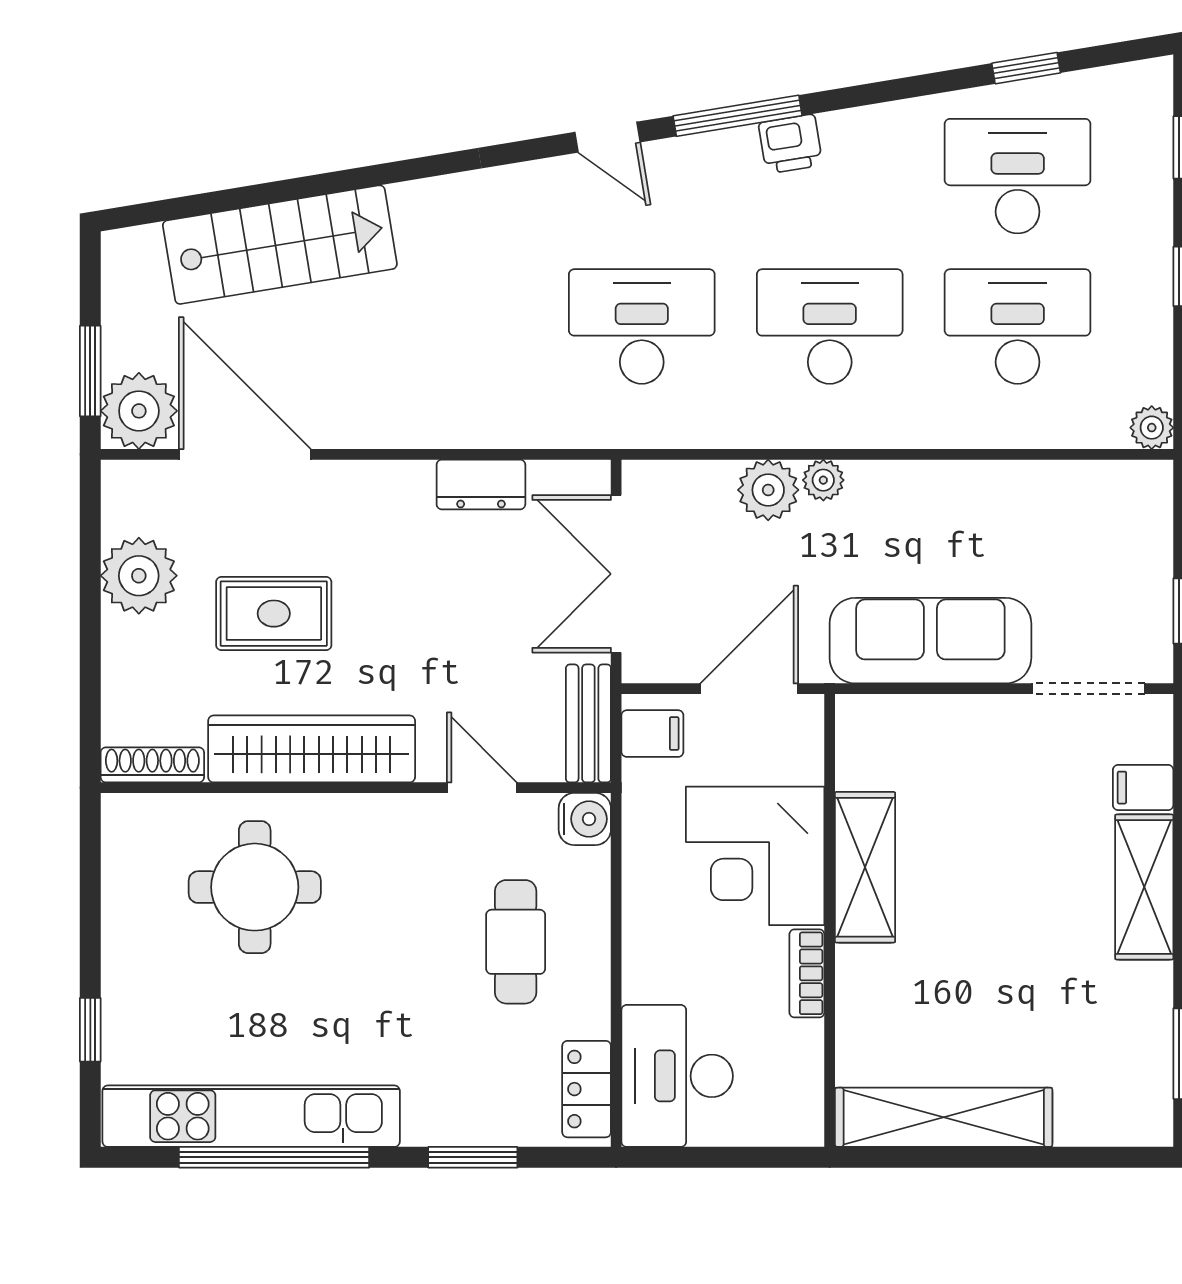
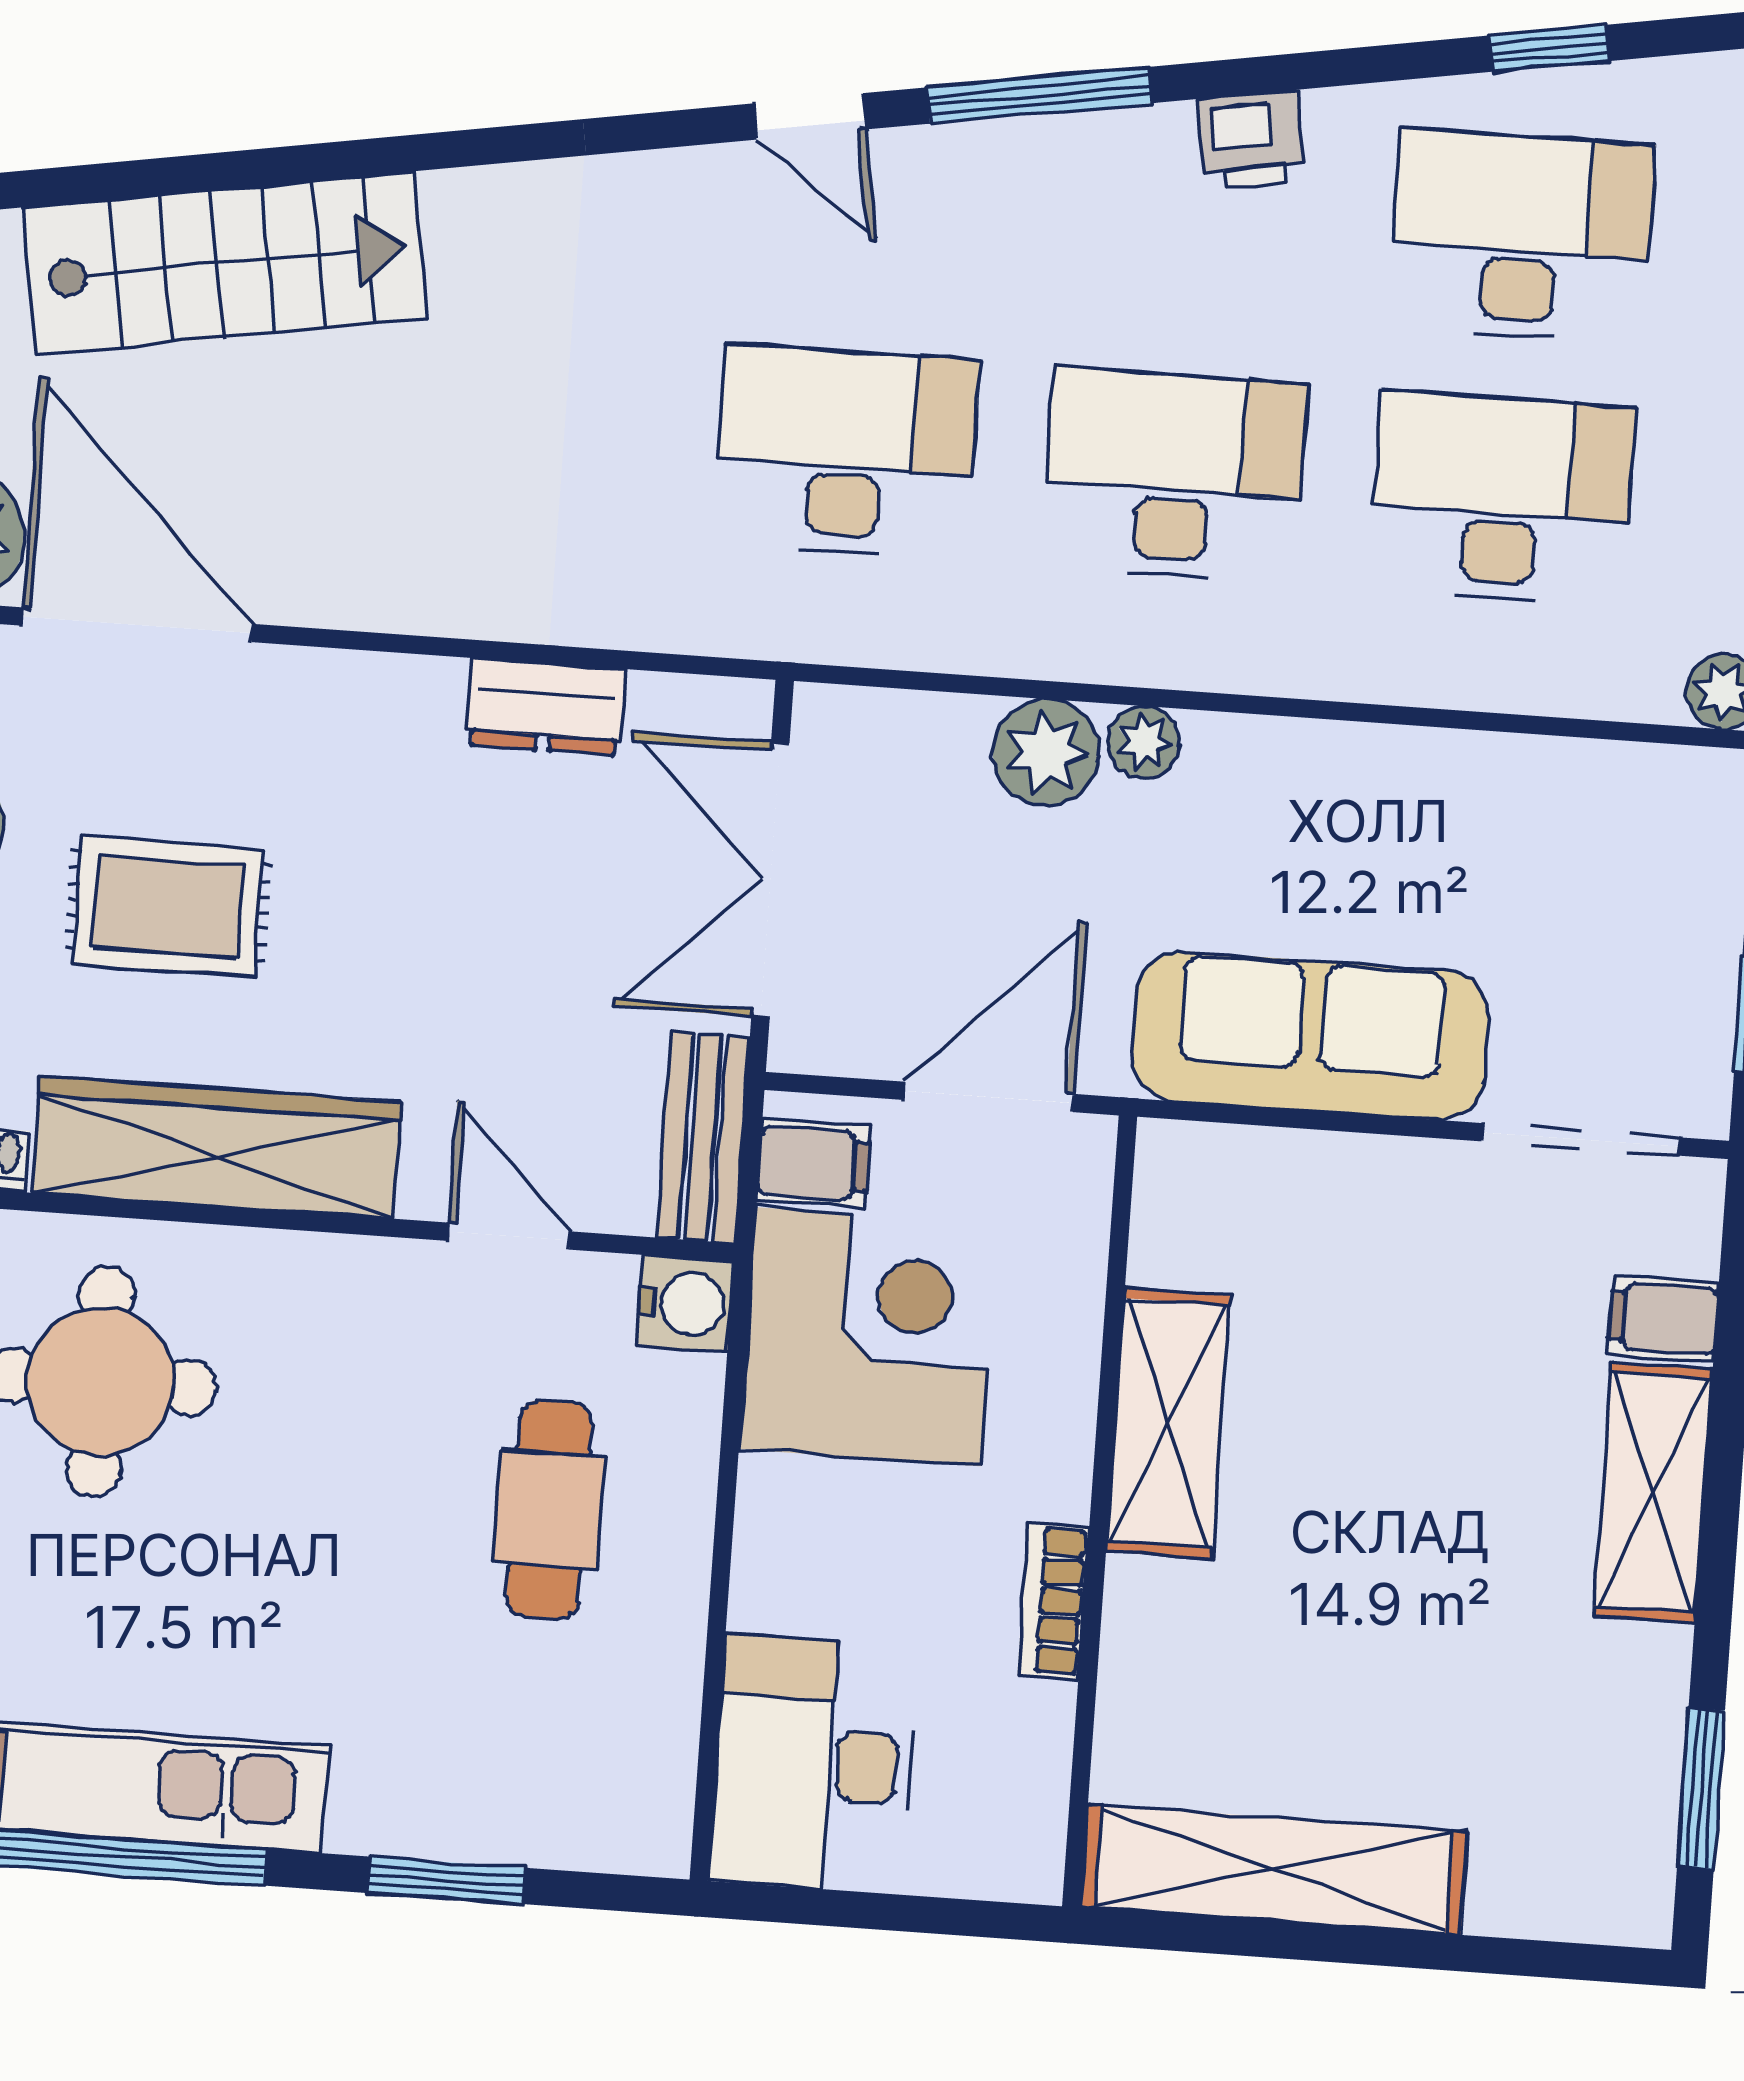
printer: (790, 144) -> (1251, 140), moved
corner desk: (755, 856) -> (868, 1337), moved, turned 180
locker: (587, 1089) -> (654, 1775), removed

